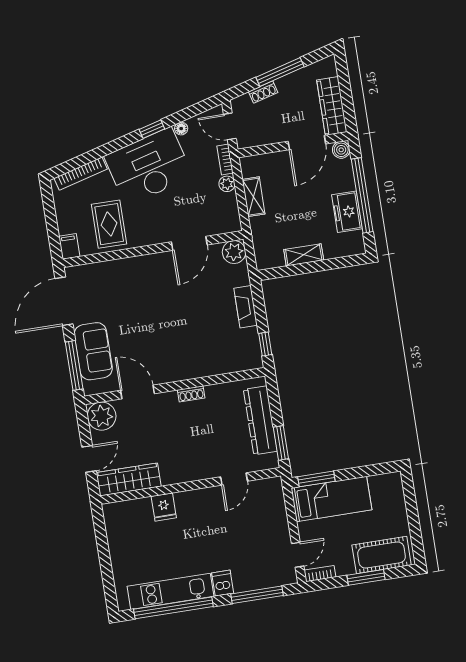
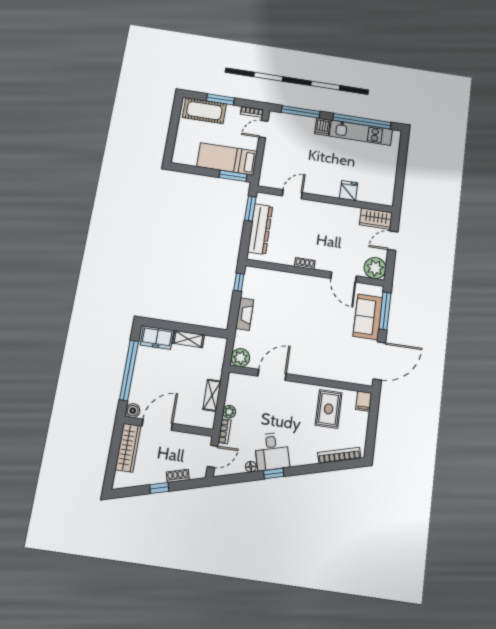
window: (280, 72) -> (159, 488), width x0.46
door: (230, 126) -> (213, 456), hinge flipped
desk: (149, 166) -> (272, 451), width x0.53, depth x0.77
freezer: (347, 212) -> (157, 338), moved, turned 90
wardrobe: (129, 479) -> (376, 219), width x0.67

